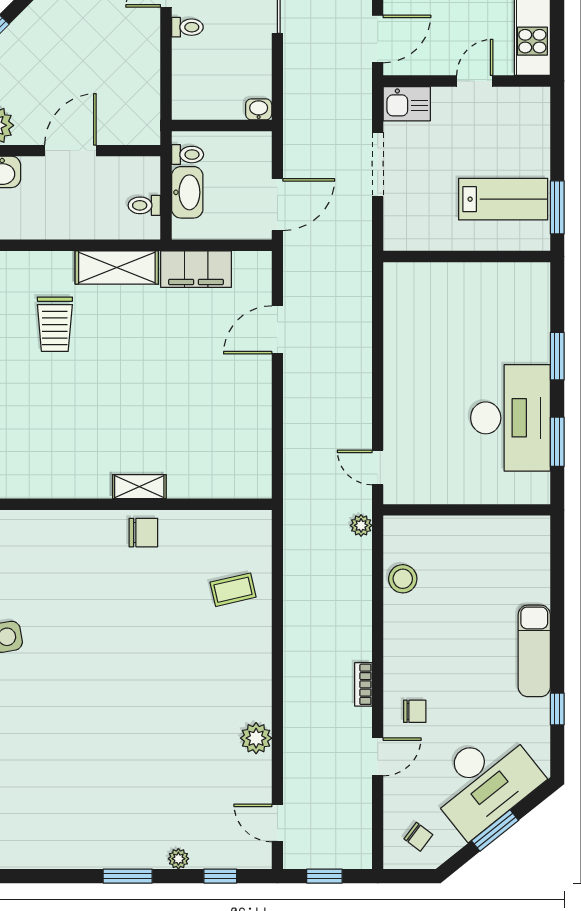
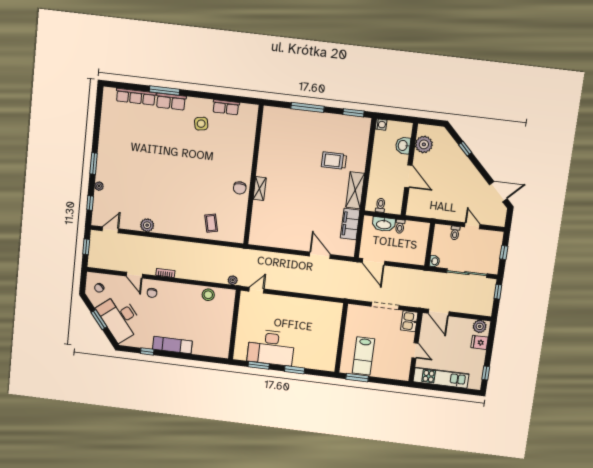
washbasin: (259, 109) -> (434, 261), moved
wall: (222, 126) -> (430, 245), moved

